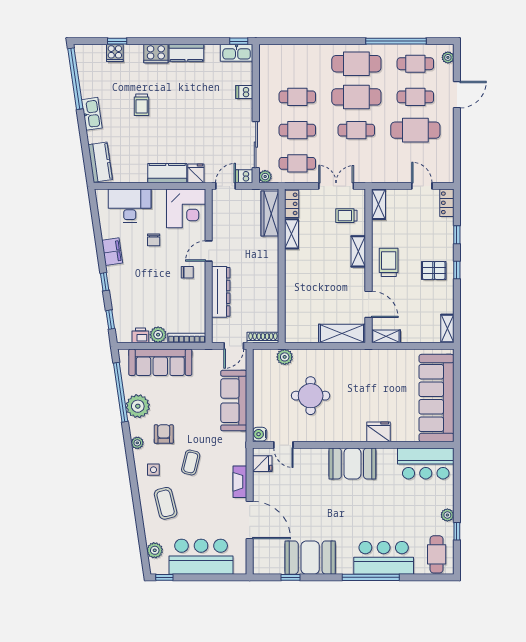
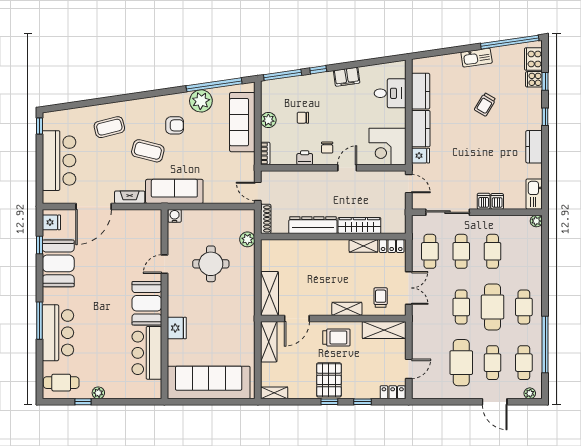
window: (239, 41) -> (545, 117), moved
cooker: (156, 54) -> (533, 59), moved
cafe table: (356, 64) -> (524, 307), width x0.73, depth x0.74
trolley: (142, 105) -> (485, 104), turned -59
kitchen counter: (100, 162) -> (421, 91), moved, turned -82
dishwasher: (244, 176) -> (484, 201), moved
plant: (265, 177) -> (536, 221), moved
shelving: (378, 204) -> (384, 330), width x1.50, depth x1.33
desk: (130, 206) -> (390, 93), width x0.73
wardrobe: (270, 214) -> (359, 225), moved
chair: (154, 240) -> (303, 118), moved
door: (209, 251) -> (347, 168), hinge flipped
pallet: (434, 270) -> (329, 380), width x1.50, depth x1.42
dresser: (221, 292) -> (313, 225), moved, turned 180
window: (110, 320) -> (283, 75), width x2.17
printer: (140, 335) -> (305, 158), moved, turned -90
shelving: (386, 336) -> (269, 342), width x1.50, depth x1.33
bookcase: (187, 338) -> (265, 153), width x0.64
sofa: (234, 401) -> (174, 191), moved
plant: (137, 443) -> (166, 100), removed
door: (283, 445) -> (164, 264), moved
coffee table: (191, 462) -> (148, 151), width x1.36, depth x1.30
fridge: (262, 464) -> (51, 222), moved, turned -90
bar counter: (426, 464) -> (147, 353), moved
side table: (153, 470) -> (141, 116), removed
plant: (155, 550) -> (65, 117), removed
window: (371, 577) -> (39, 321), width x0.68

